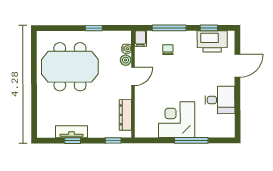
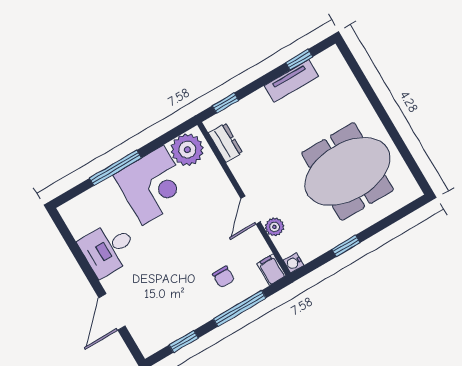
printer: (212, 41) -> (168, 325), removed
water cooler: (127, 49) -> (294, 263), moved
dresser: (125, 115) -> (226, 143), width x0.70
plant: (148, 128) -> (187, 150), added
window: (73, 141) -> (299, 60), moved

